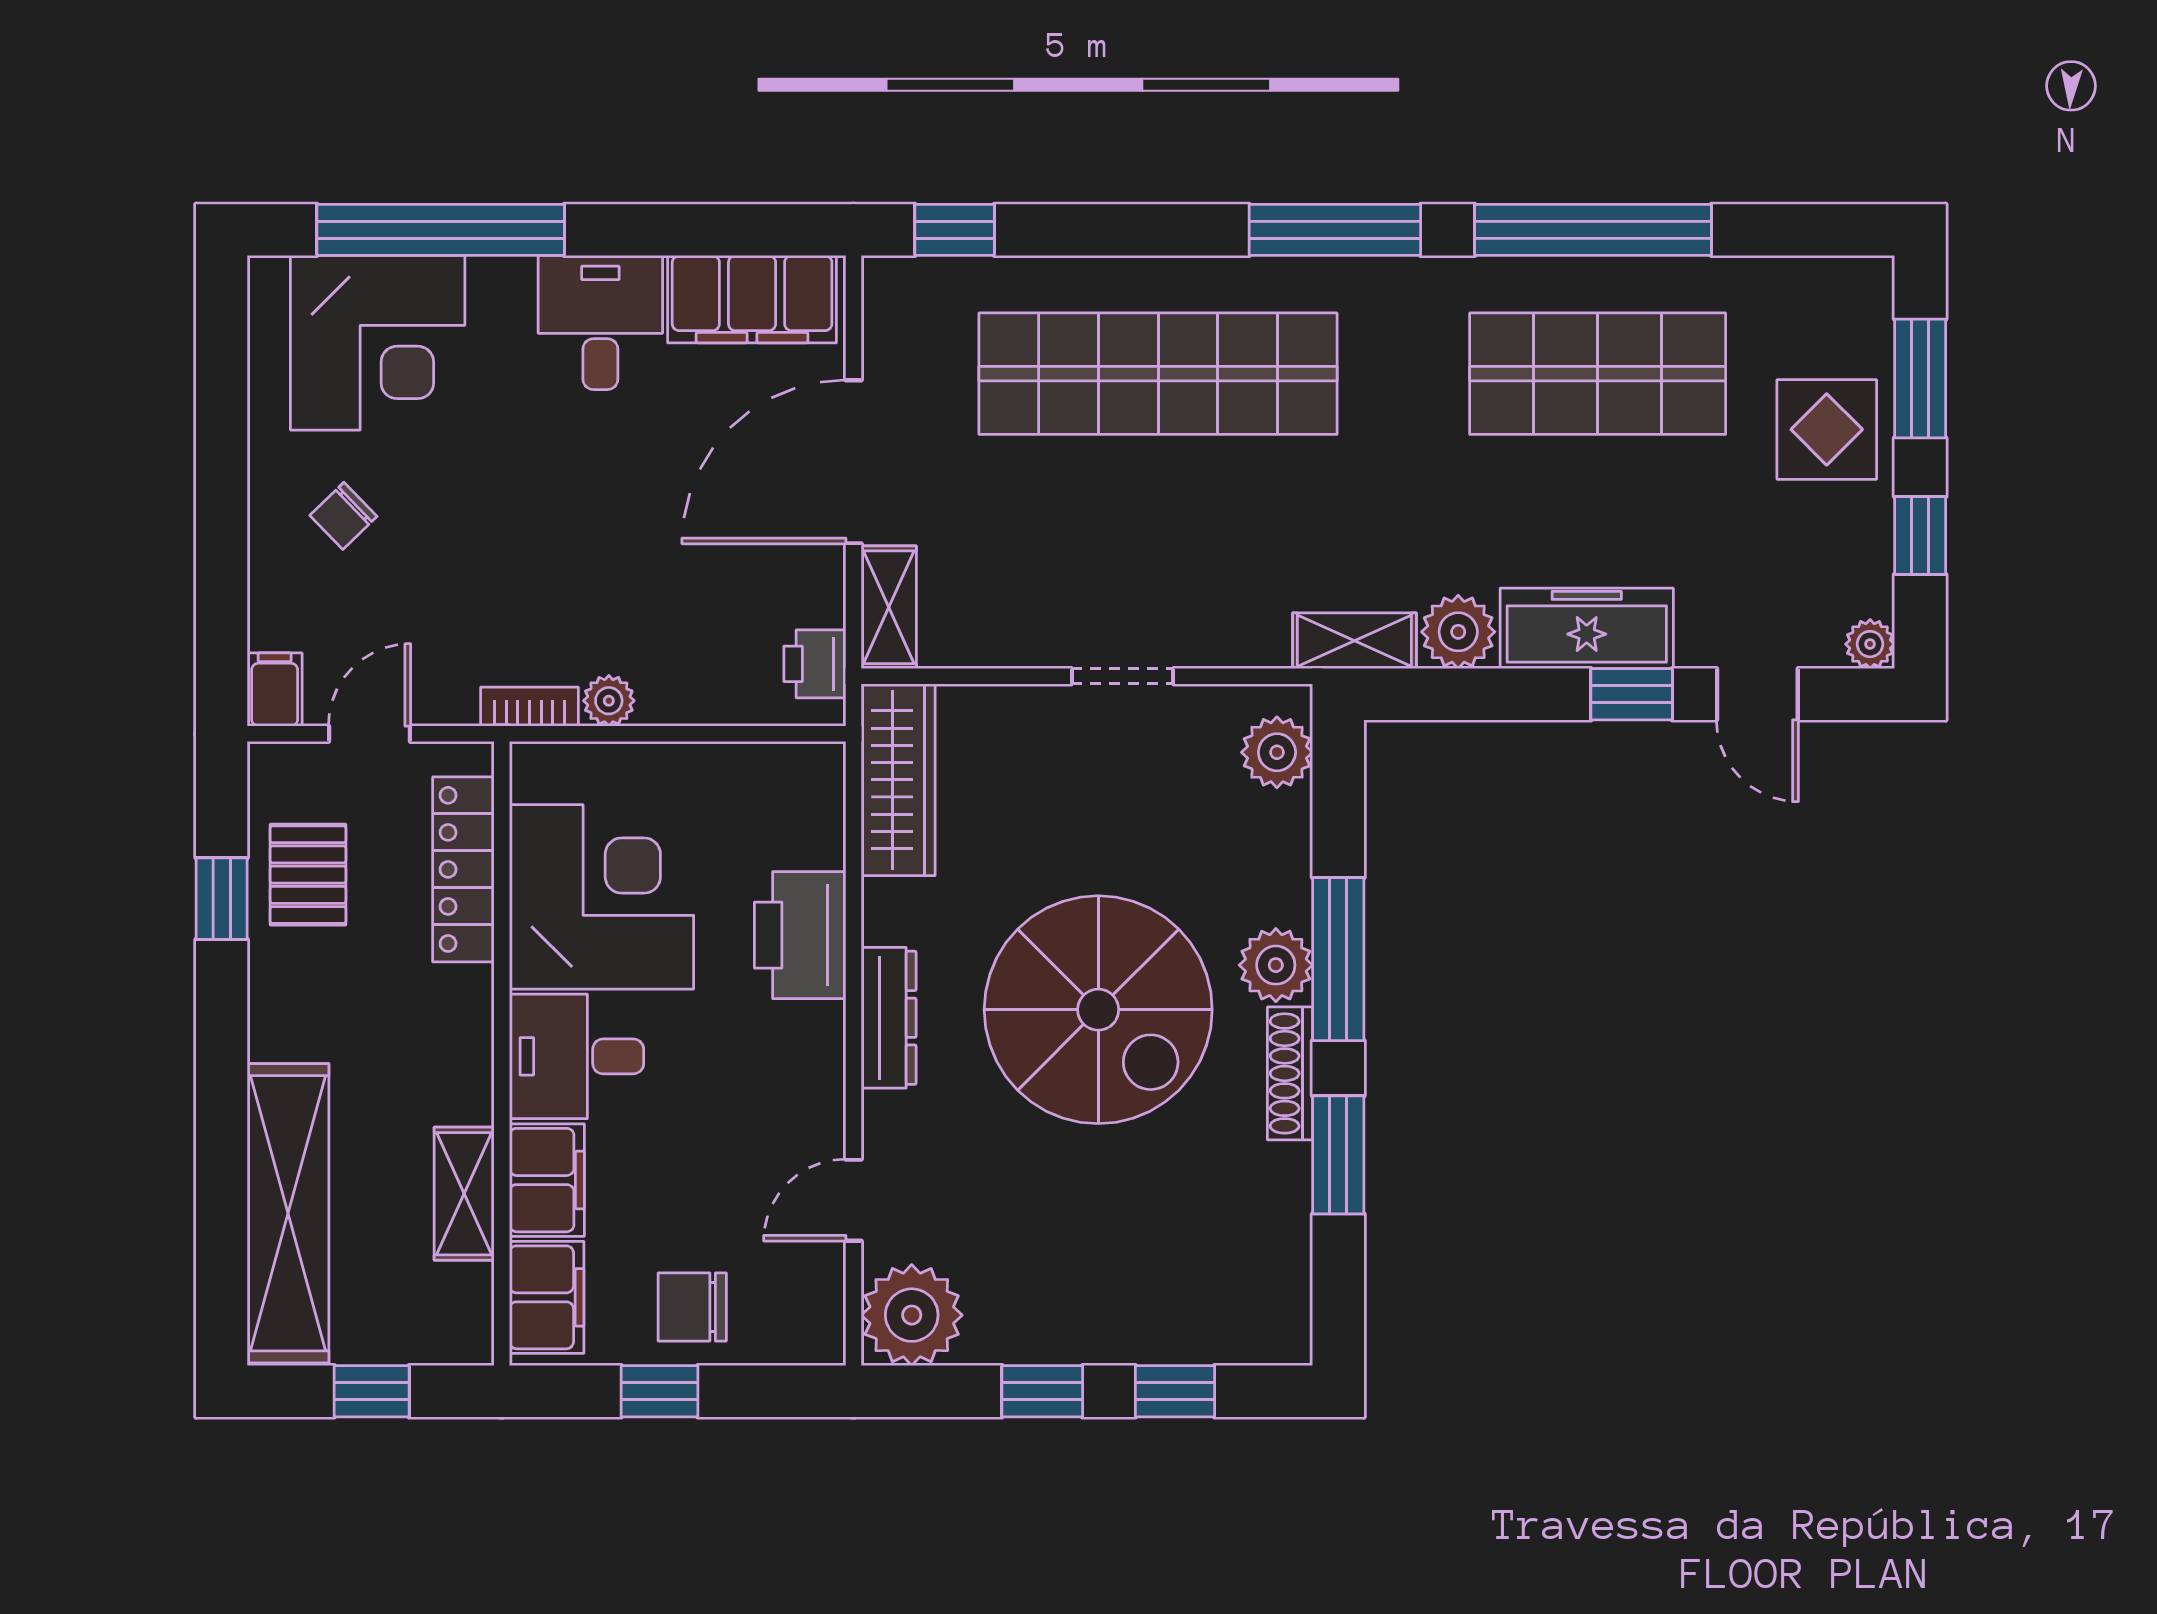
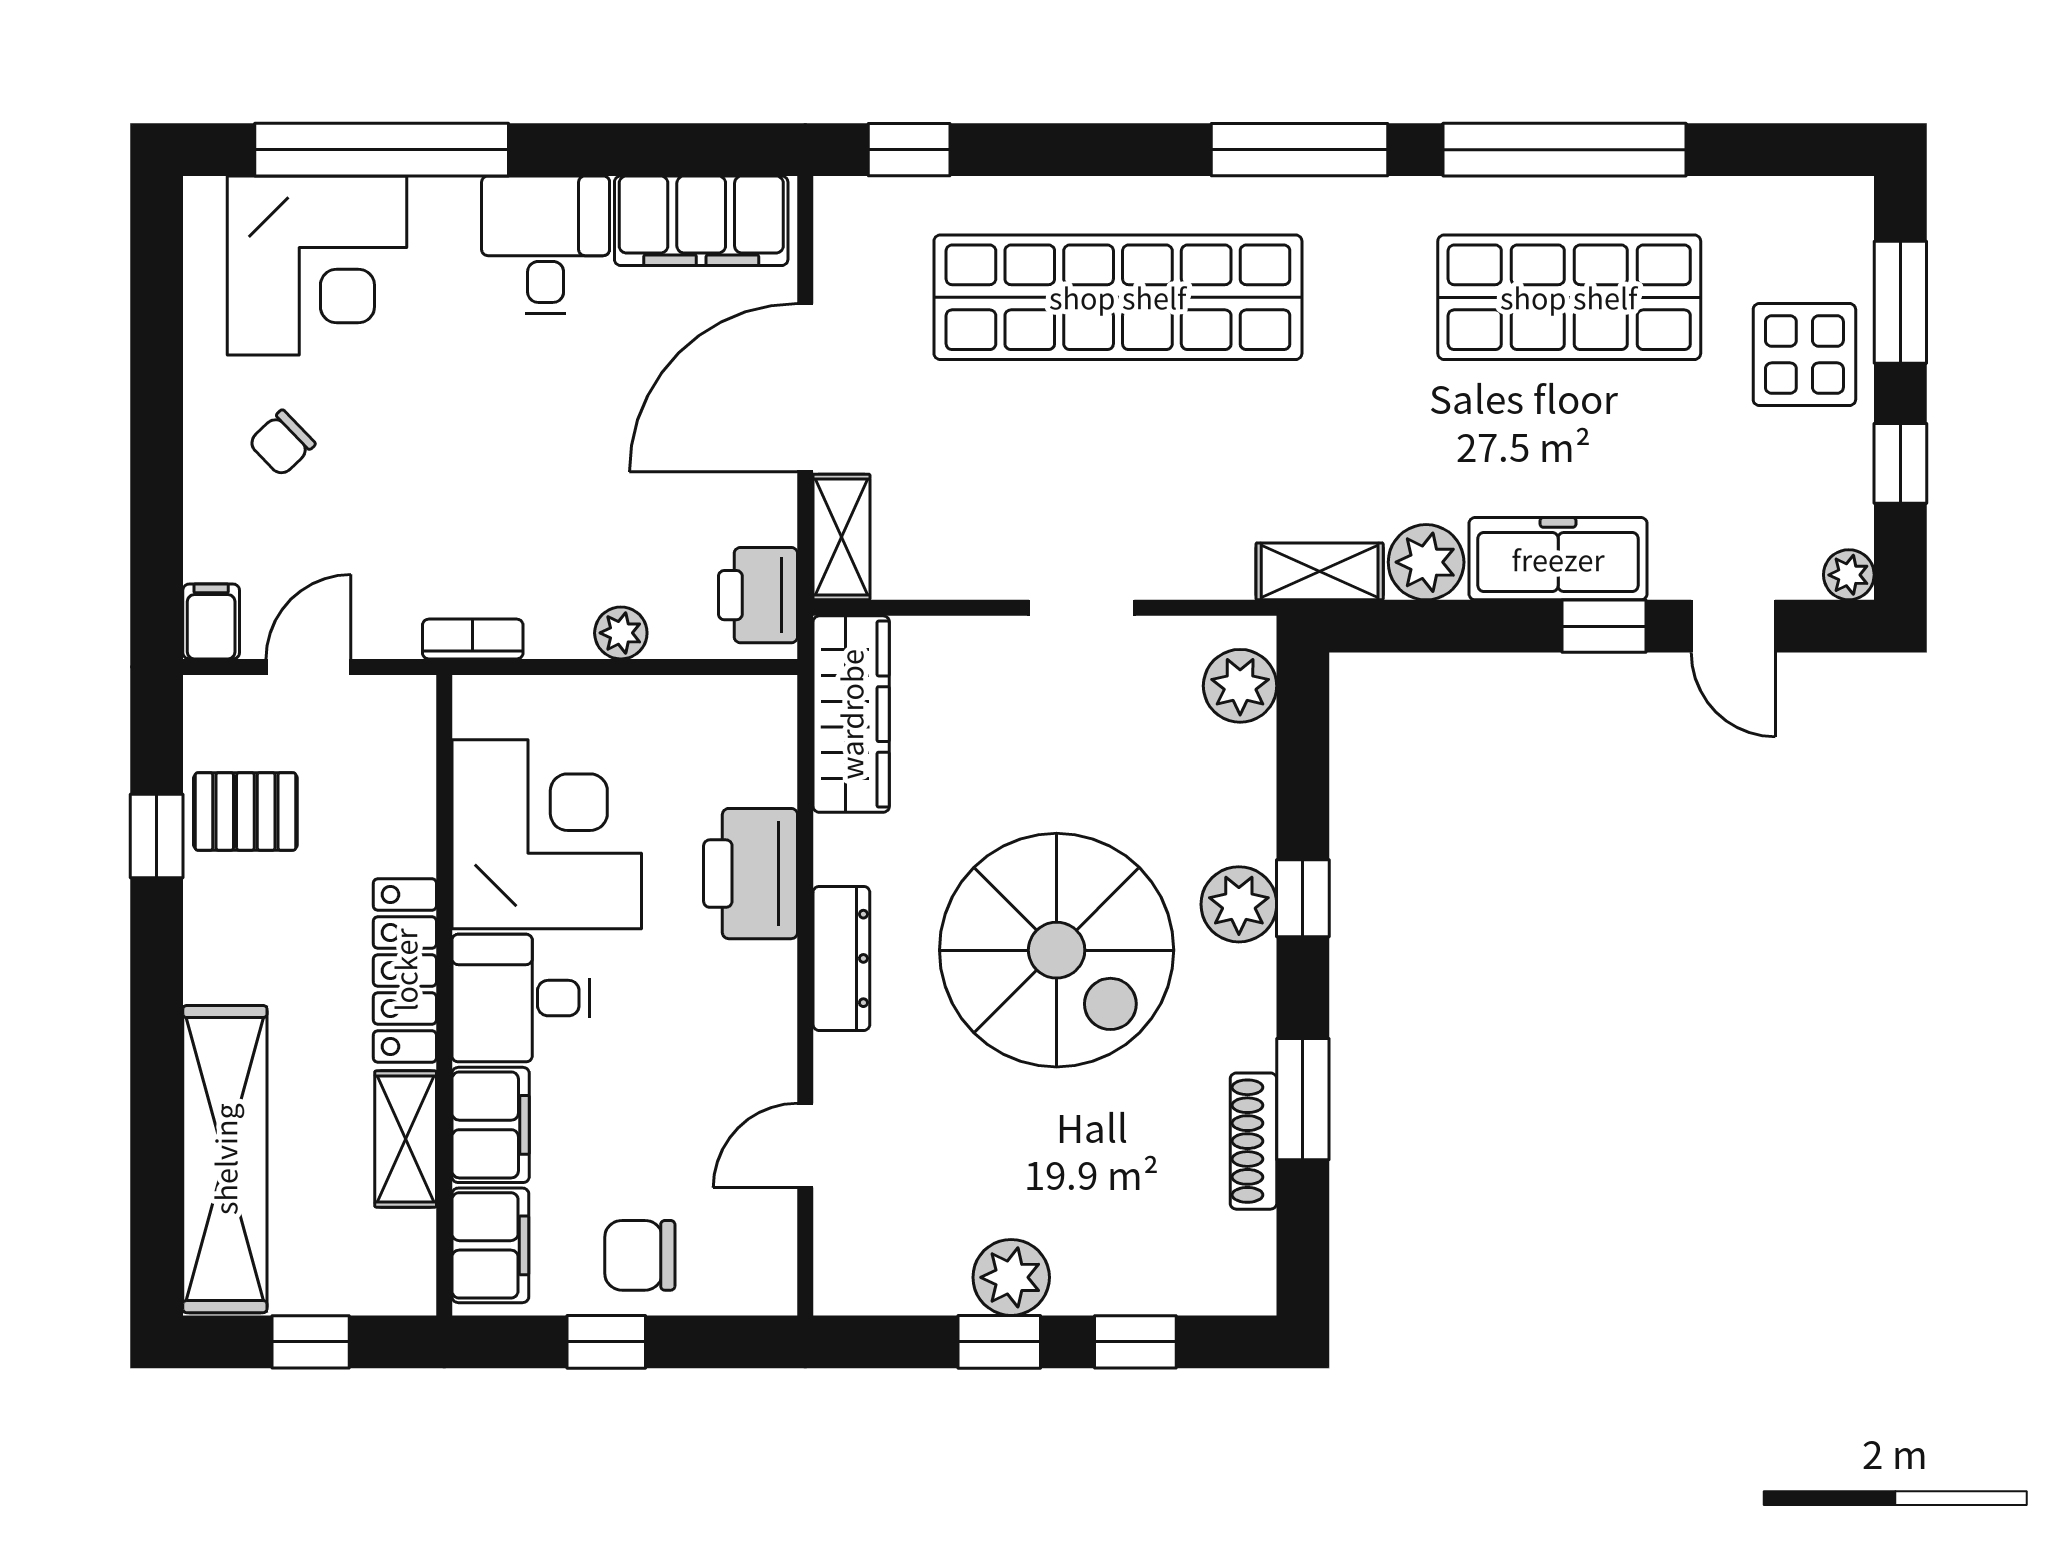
printer: (815, 664) -> (758, 595), width x1.36, depth x1.24
plant: (609, 701) -> (621, 633), moved
locker: (463, 869) -> (405, 970), moved
pallet: (308, 875) -> (245, 811), turned 90
window: (1338, 959) -> (1303, 898), width x0.46
shoe rack: (1290, 1073) -> (1253, 1141), moved
plant: (912, 1315) -> (1011, 1277), moved, width x0.73, depth x0.73

